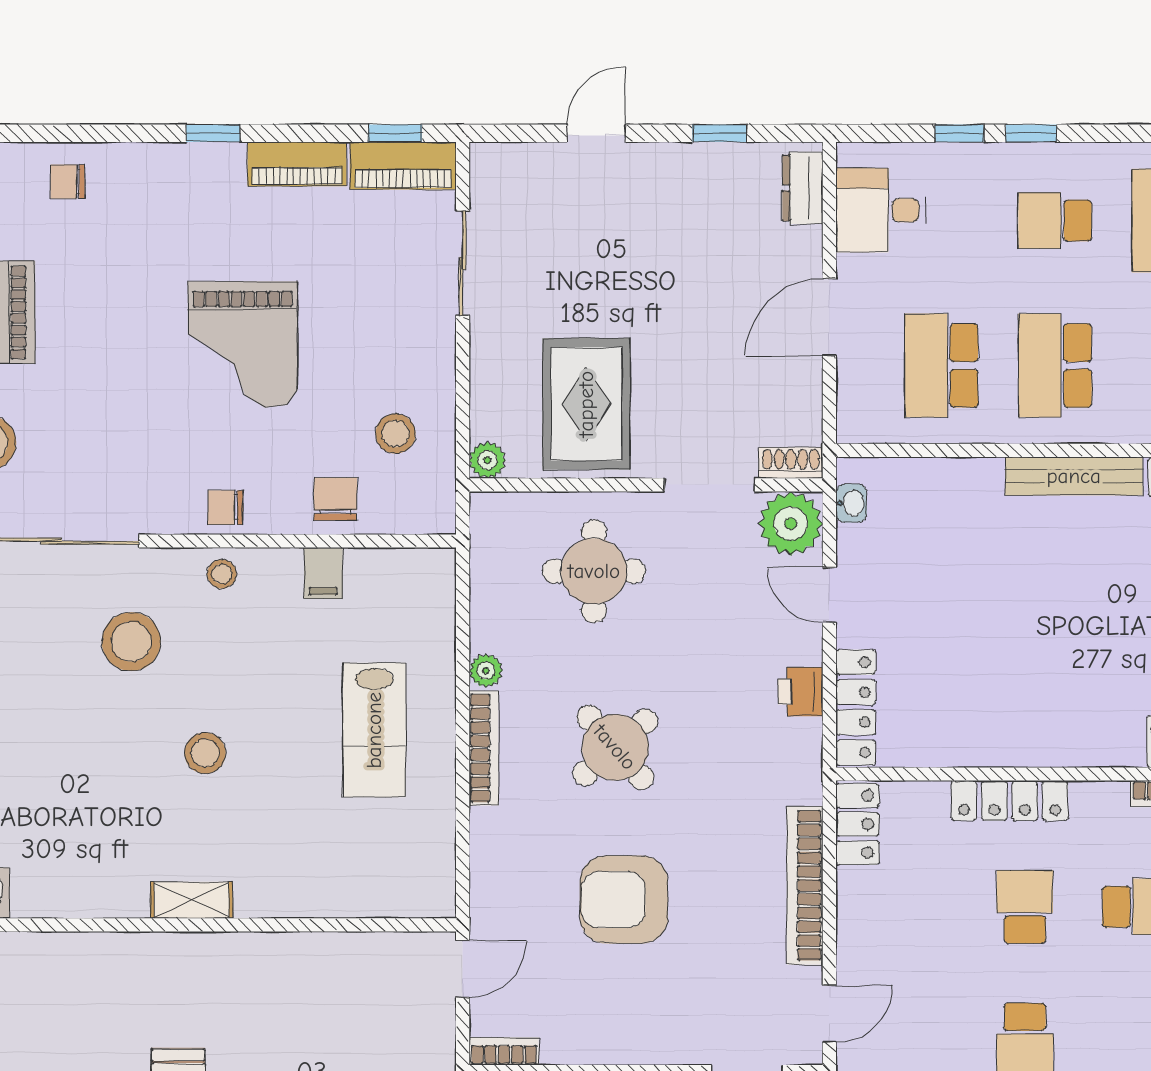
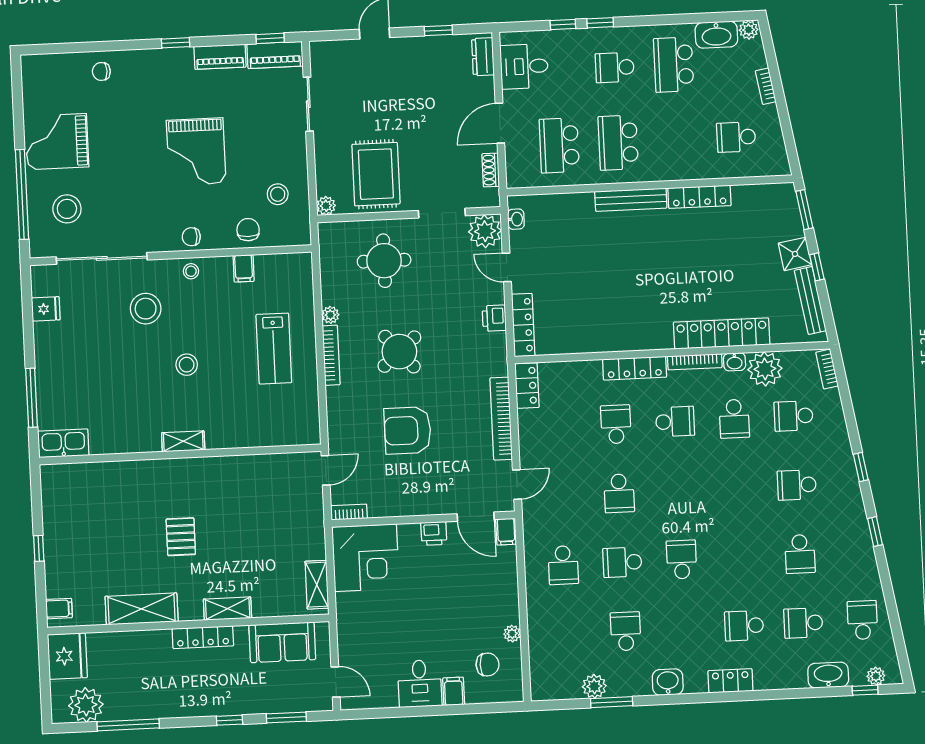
shoe rack: (791, 463) -> (491, 170), moved, turned -90
locker: (1010, 801) -> (635, 368), moved

